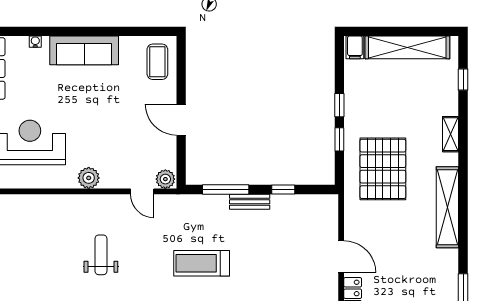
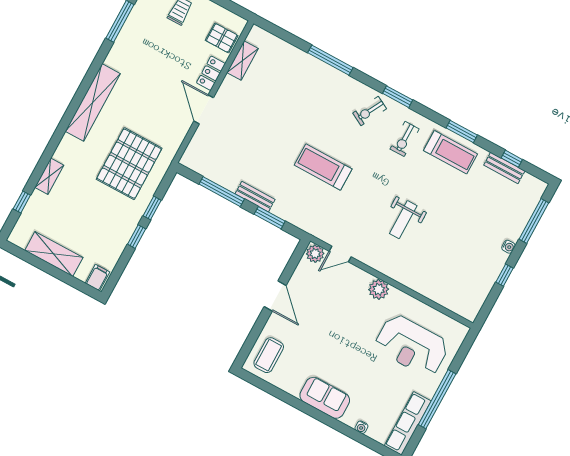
shelving: (407, 47) -> (54, 254), width x0.68
sofa: (84, 50) -> (325, 398), width x0.73
shelving: (451, 134) -> (49, 176), moved
window: (226, 190) -> (270, 218), width x0.69
window: (283, 190) -> (222, 192), width x2.17
door: (142, 191) -> (340, 254), swing flipped
treadmill: (202, 263) -> (323, 167), turned 180

